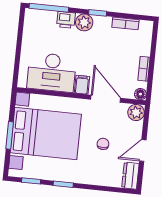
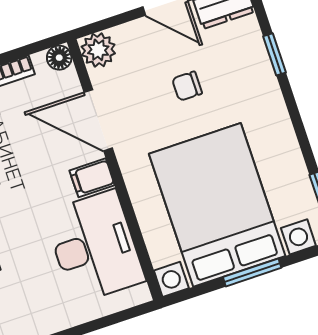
door: (106, 99) -> (98, 120), hinge flipped
window: (63, 184) -> (275, 54), moved

